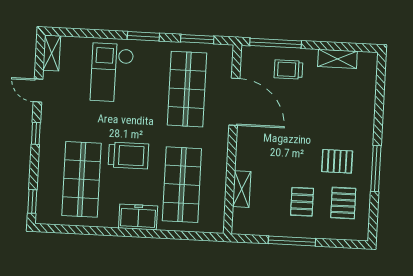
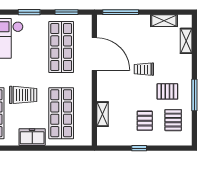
trolley: (289, 69) -> (144, 69), moved
shelving: (368, 90) -> (186, 41), added
window: (292, 241) -> (139, 148), width x0.46

